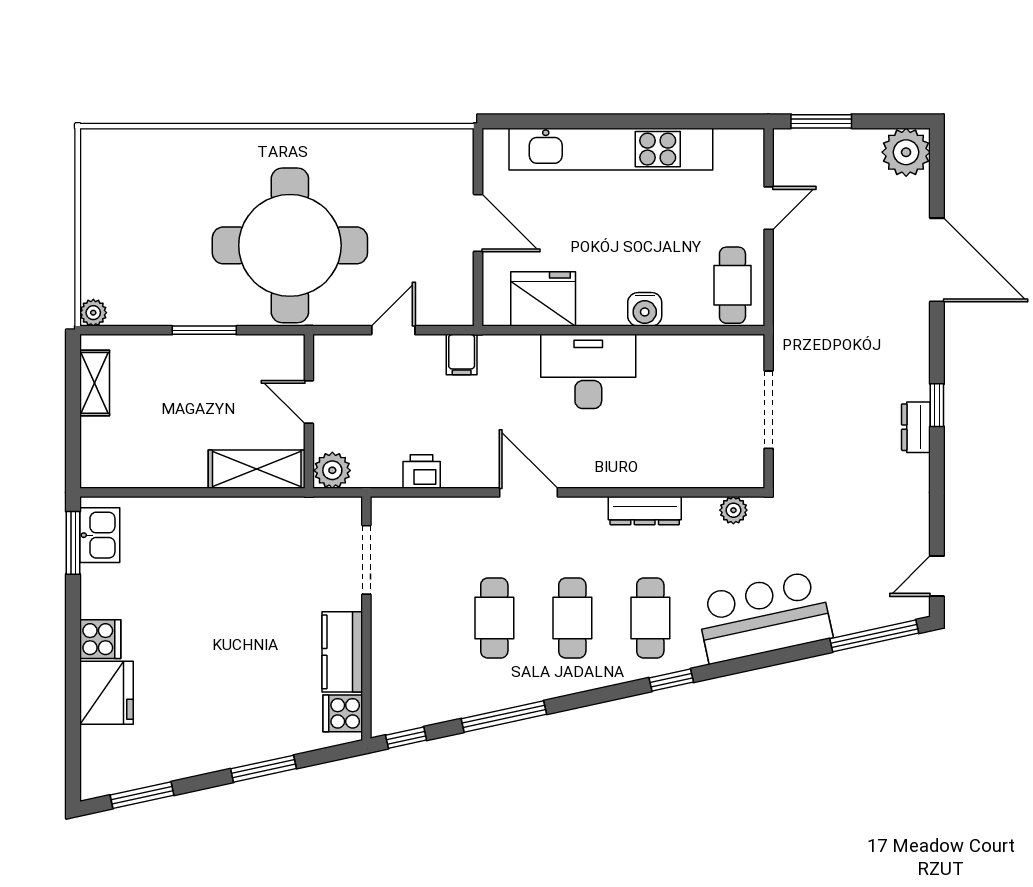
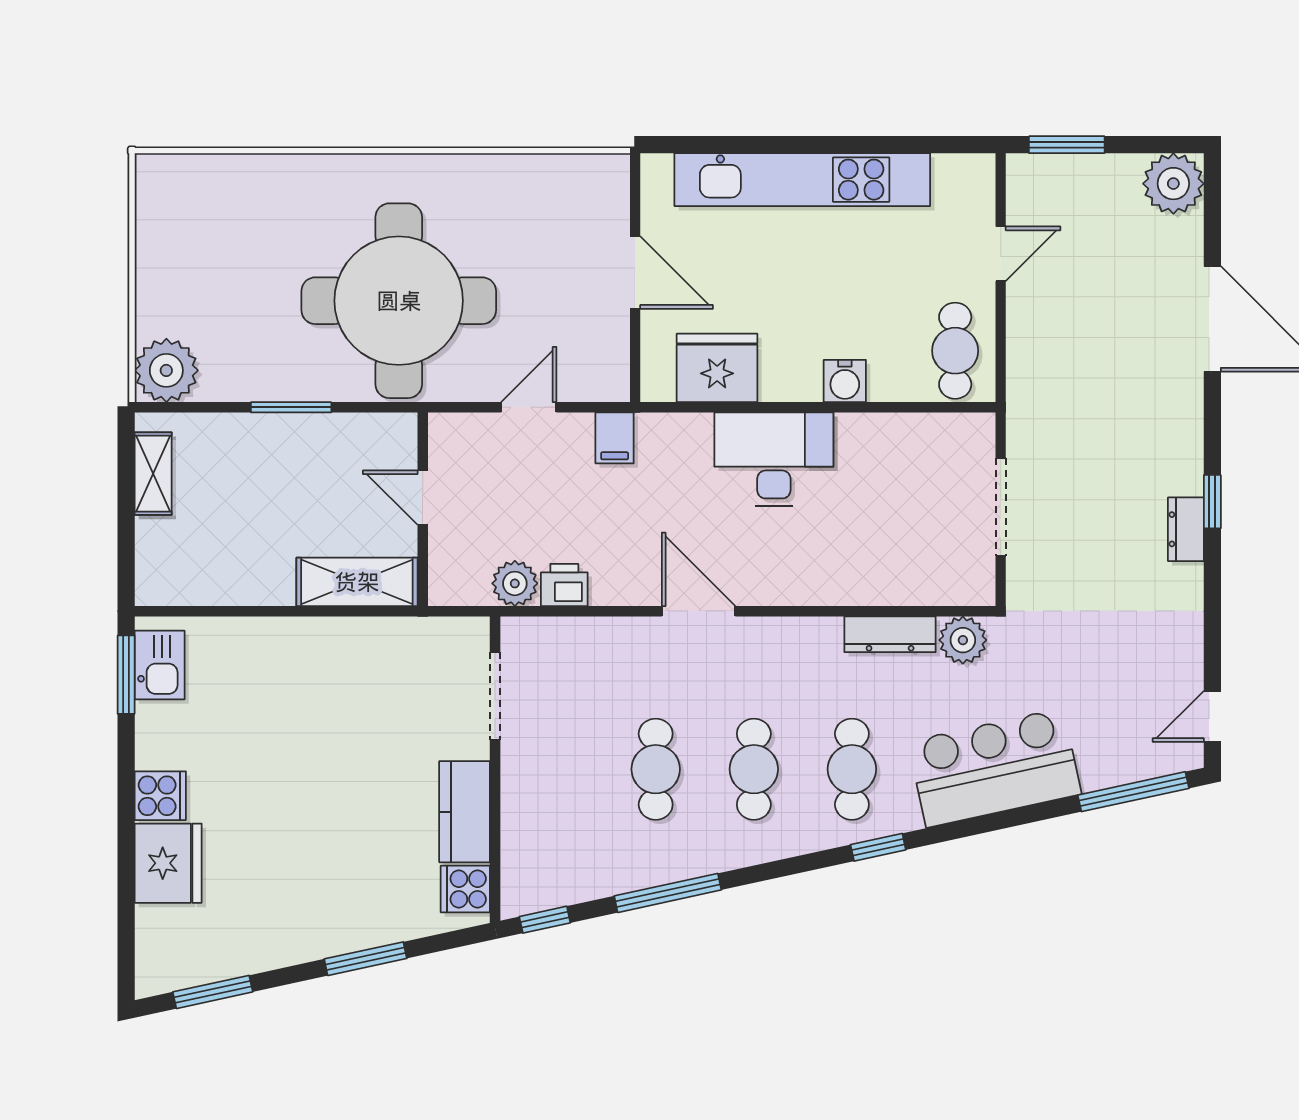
plant: (93, 313) -> (166, 370), width x1.87, depth x1.87
plant: (332, 470) -> (515, 583), moved
plant: (733, 510) -> (963, 640), width x1.38, depth x1.38
dresser: (645, 511) -> (890, 634), moved

